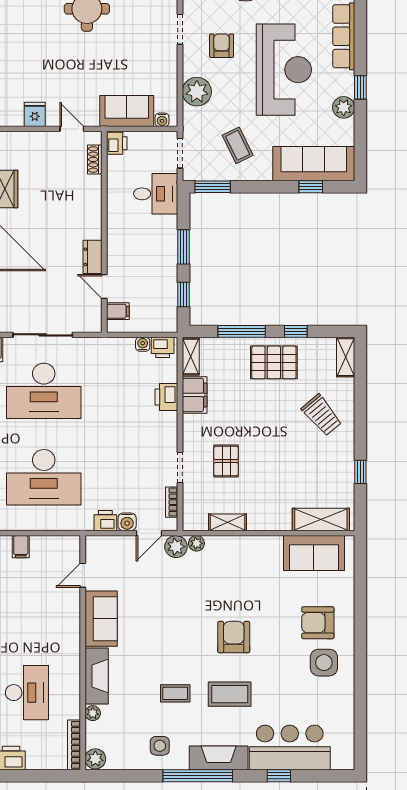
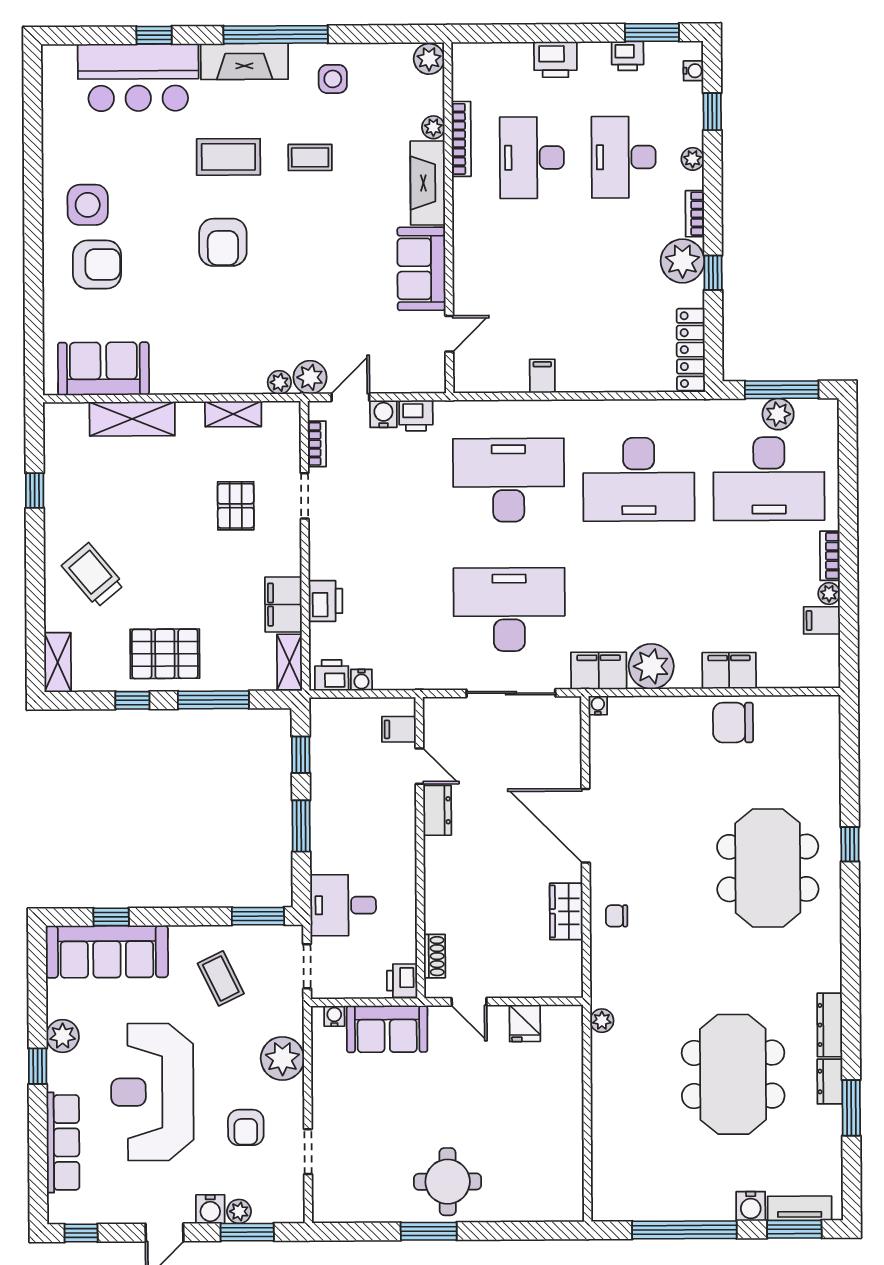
shelving: (321, 519) -> (132, 419), moved
bookcase: (74, 745) -> (461, 139), moved

